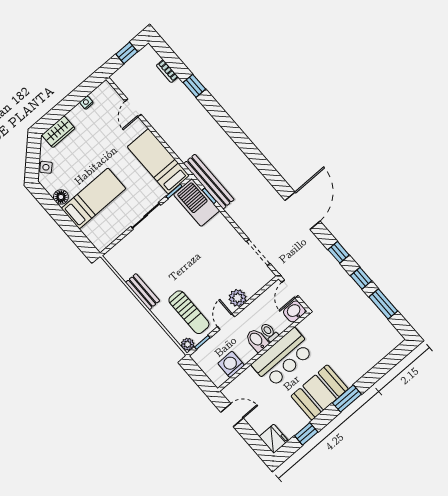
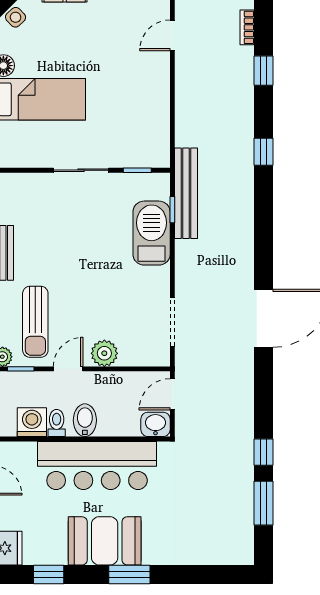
bed: (158, 161) -> (149, 121), removed
barbecue: (197, 203) -> (152, 233), moved
window: (339, 252) -> (264, 152), moved
toilet: (269, 332) -> (57, 423), moved
bar counter: (283, 358) -> (97, 466), width x1.36

